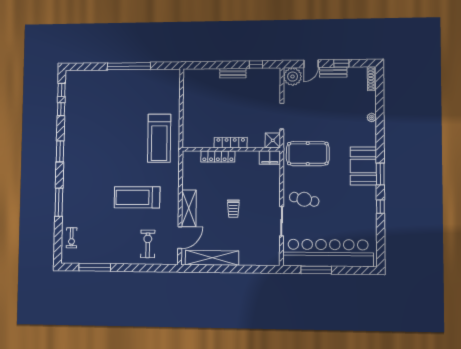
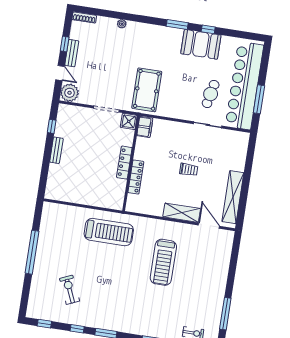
window: (61, 109) -> (77, 329), moved
booth: (363, 166) -> (201, 44), moved
cafe table: (304, 199) -> (211, 94), moved
exercise bike: (148, 244) -> (70, 290), moved, turned 66

